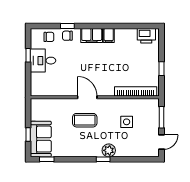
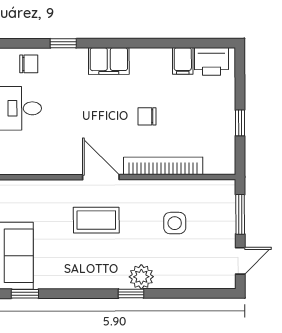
filing cabinet: (109, 35) -> (183, 61), moved
chair: (67, 36) -> (147, 116), moved
bookcase: (136, 91) -> (163, 166), moved

